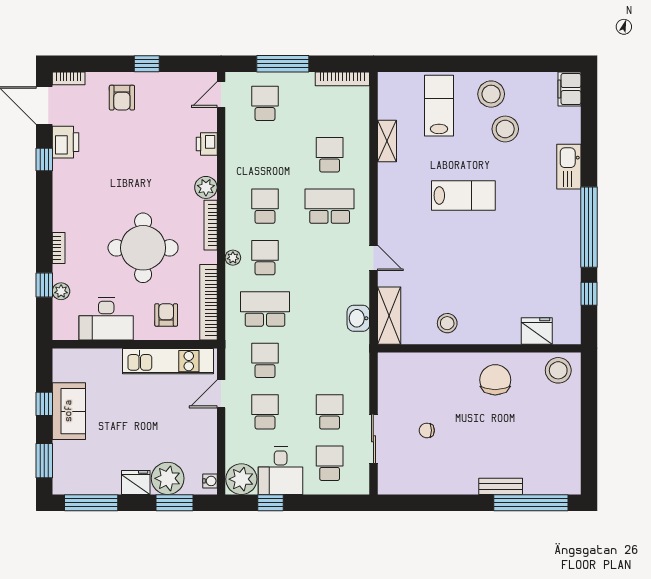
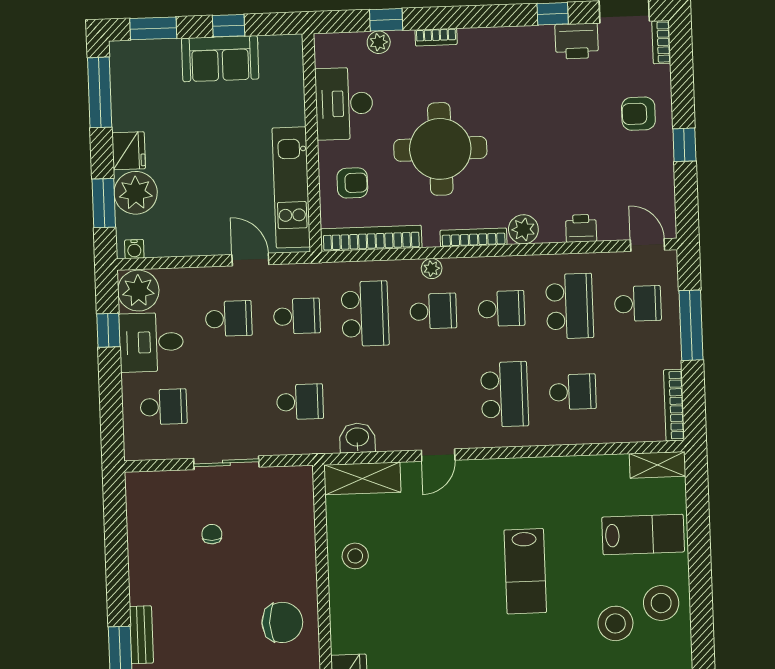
shelving: (387, 141) -> (657, 465), moved
school desk: (265, 155) -> (570, 306), added
school desk: (330, 412) -> (300, 402), moved
sliding door: (373, 439) -> (226, 463), moved

